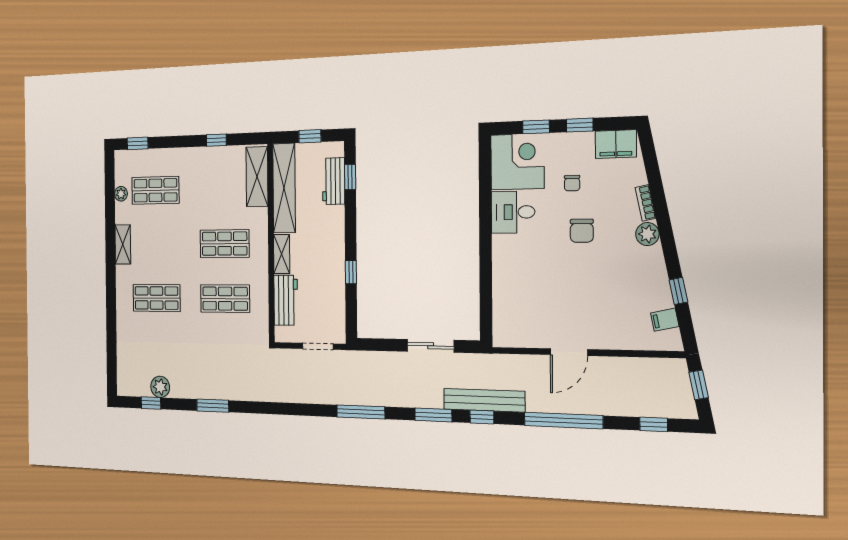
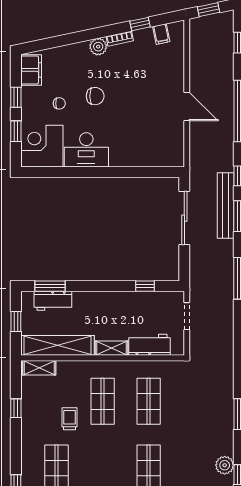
shelving: (257, 177) -> (39, 368), width x0.67, depth x0.75
window: (350, 177) -> (50, 286), width x1.50
bookcase: (645, 203) -> (120, 39), moved
trolley: (206, 204) -> (69, 419), added
desk: (513, 212) -> (86, 150), width x1.37
window: (351, 272) -> (145, 286), moved
sliding door: (431, 346) -> (184, 218), width x1.37
bench: (484, 400) -> (226, 206), moved

